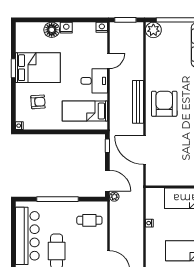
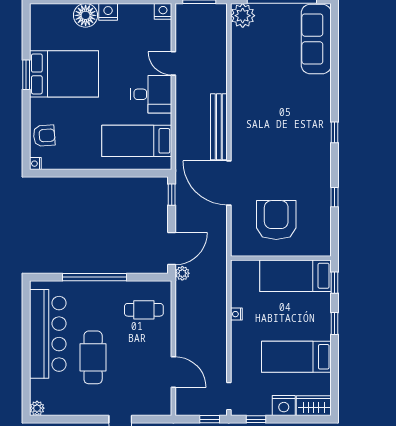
door: (109, 61) -> (173, 63), swing flipped
armchair: (38, 102) -> (44, 136), moved
armchair: (164, 104) -> (276, 220), moved
door: (144, 150) -> (229, 183), moved
door: (107, 181) -> (172, 248), hinge flipped

